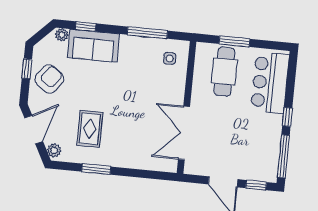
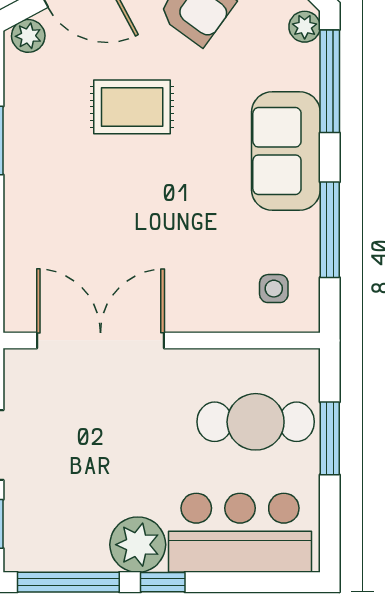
window: (86, 26) -> (330, 81), width x2.17
sofa: (93, 46) -> (286, 151), moved
plant: (271, 126) -> (138, 545), added
rug: (90, 129) -> (132, 107), moved

